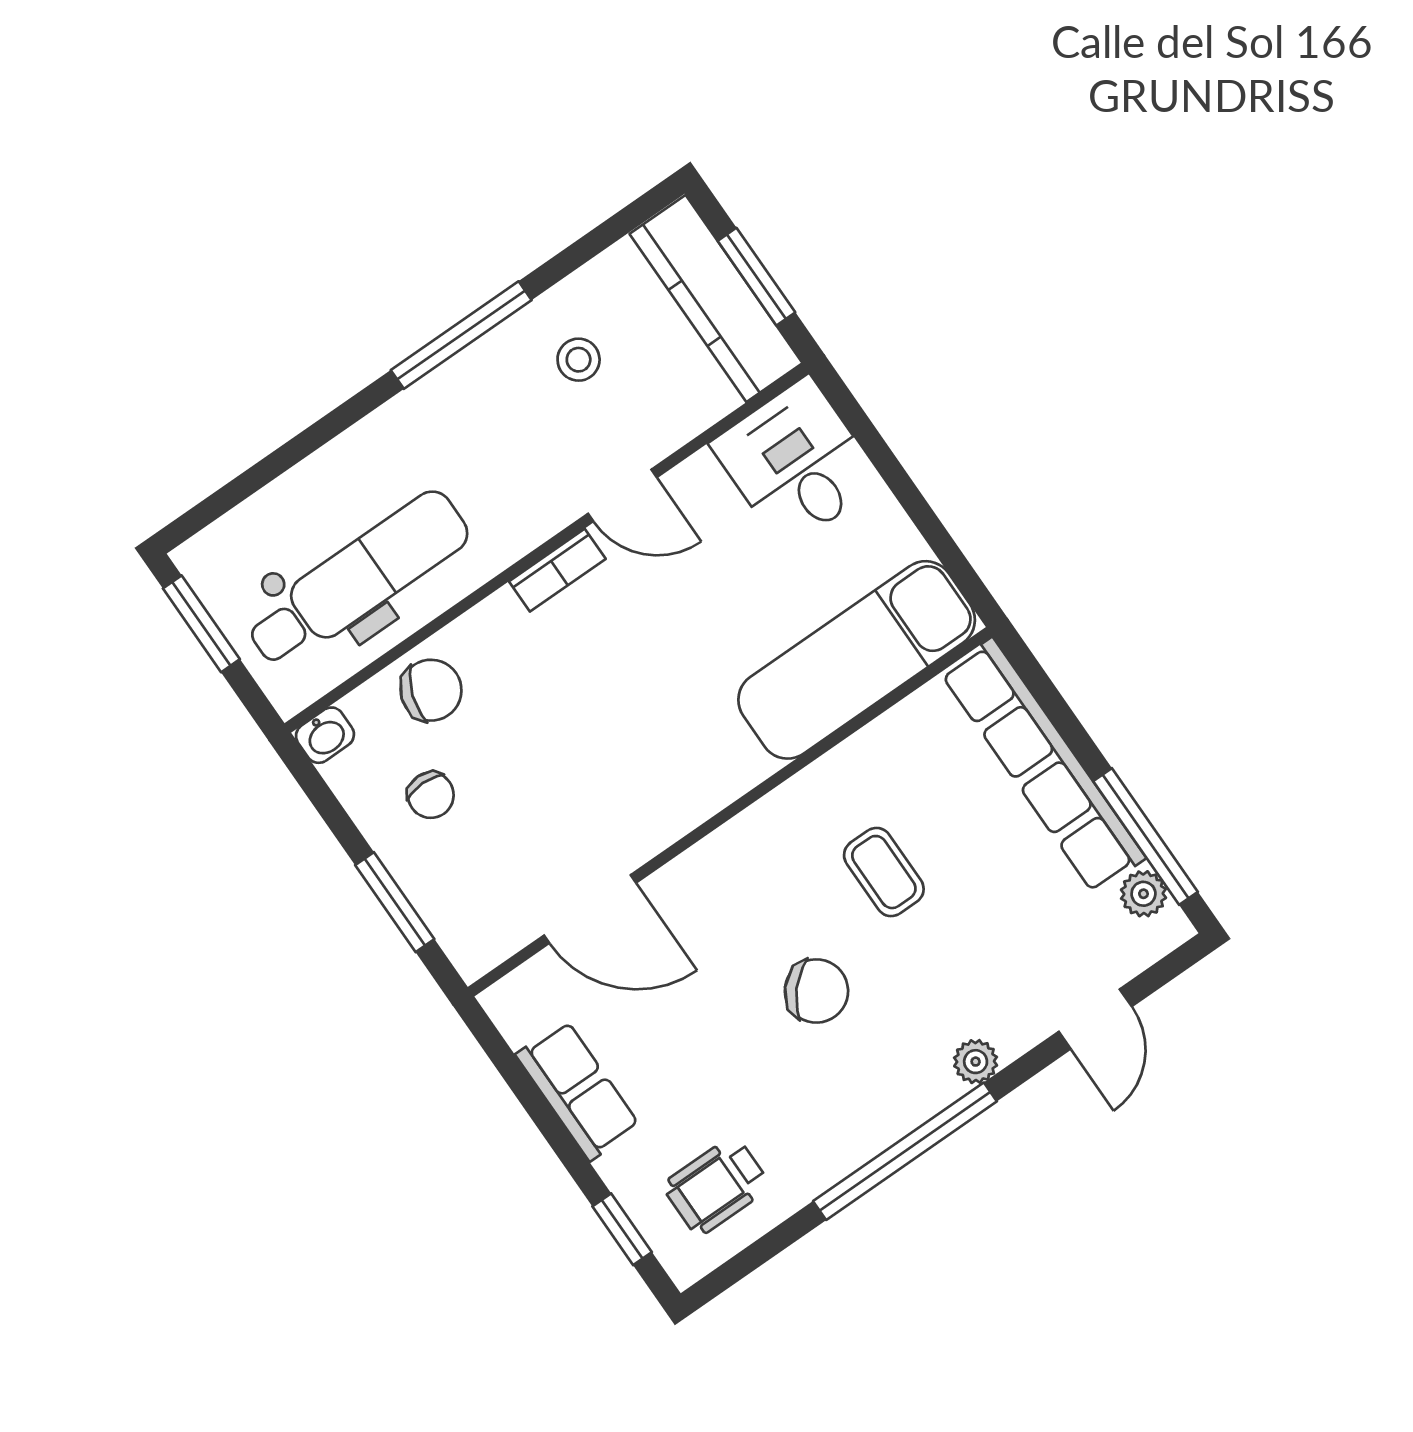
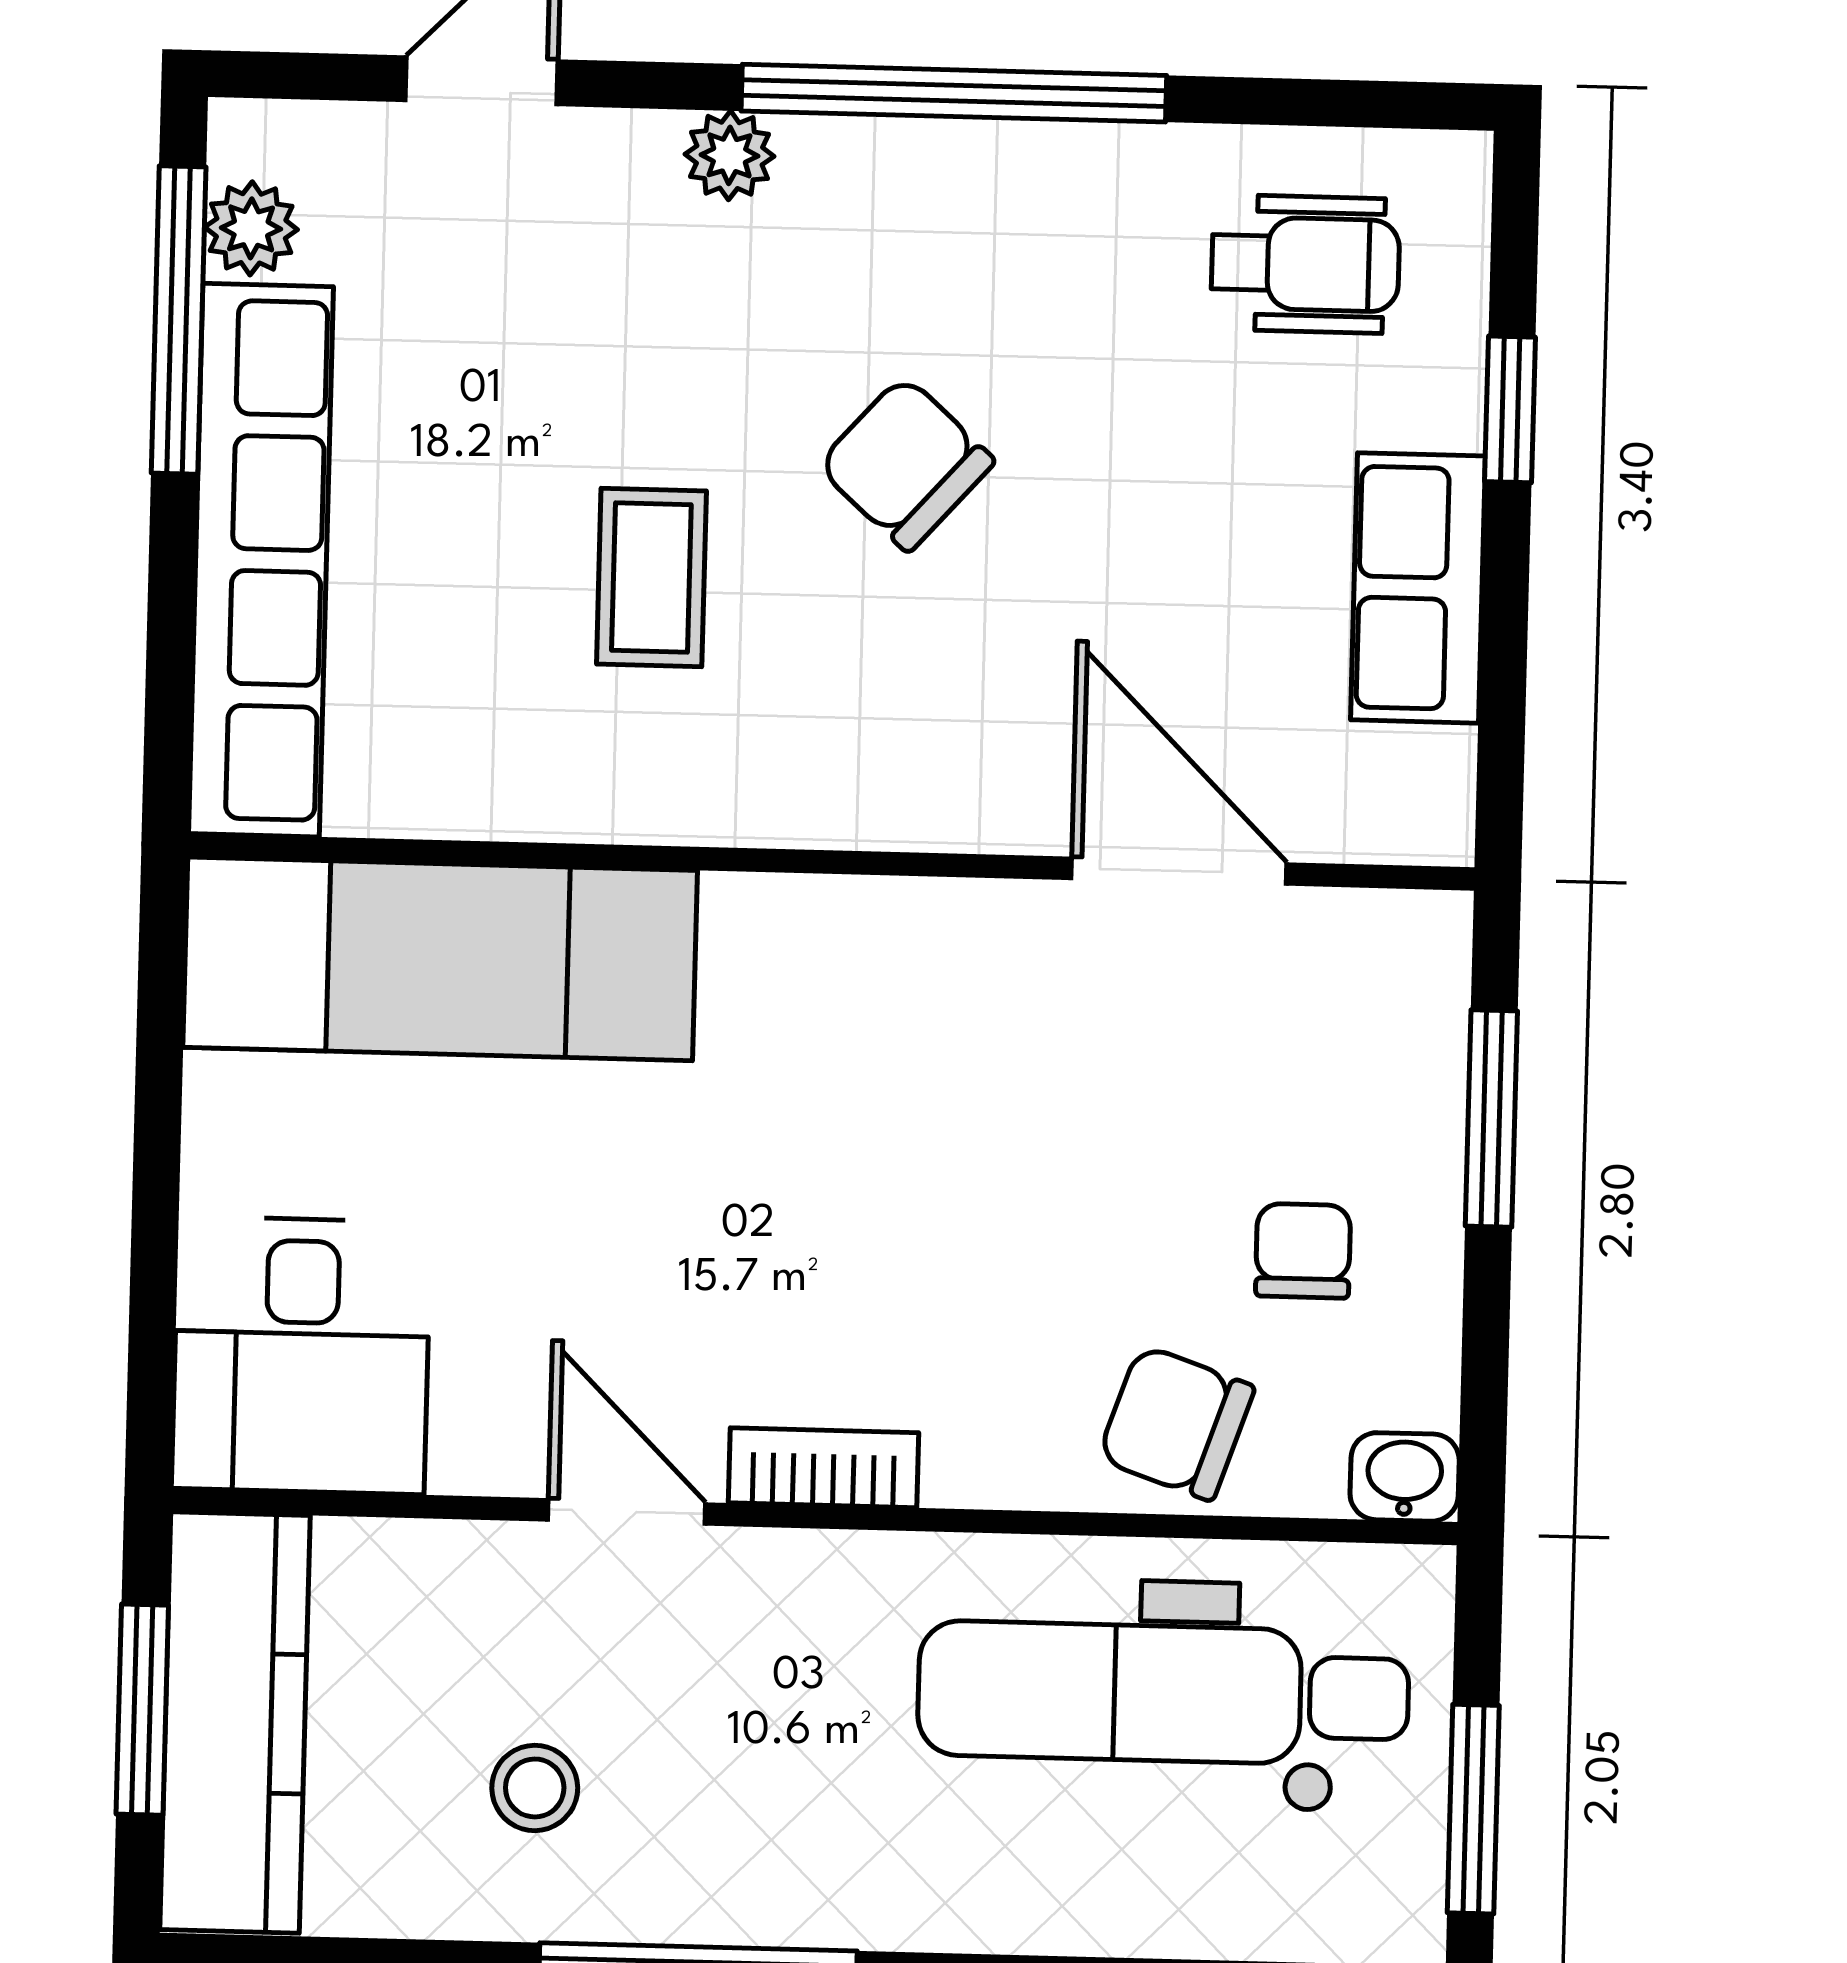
window: (622, 1229) -> (1510, 409), moved

